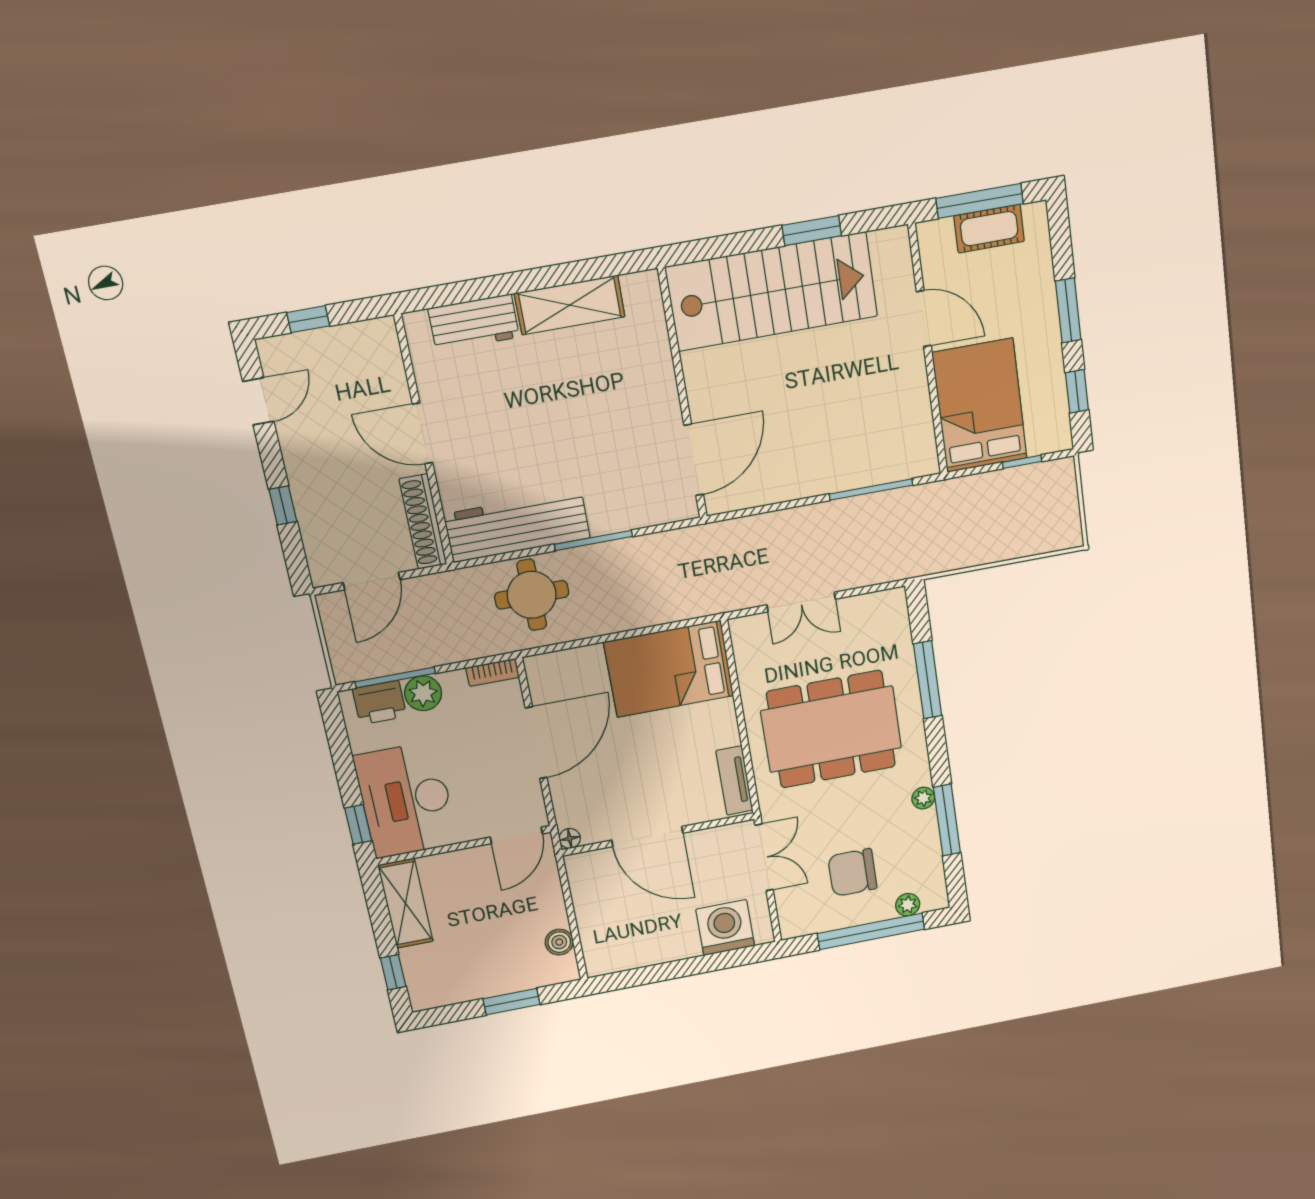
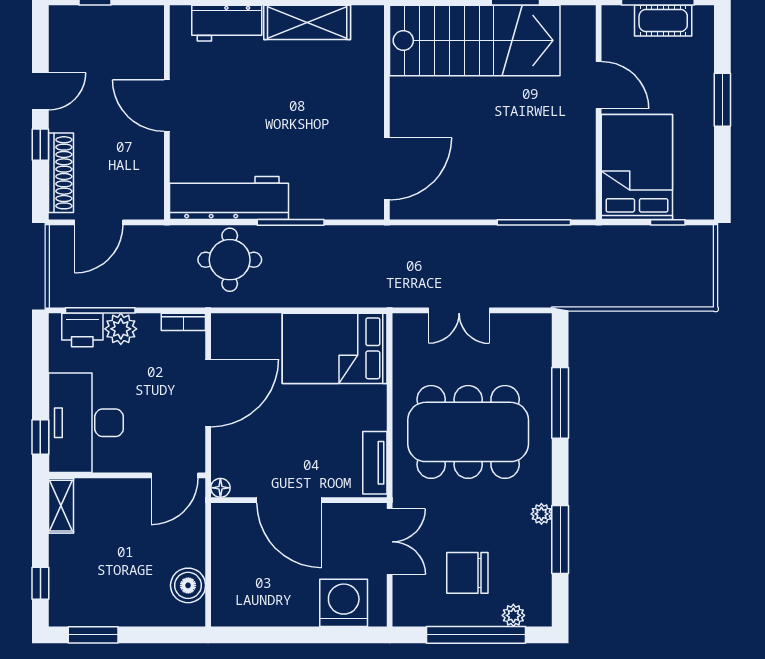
window: (1077, 391) -> (722, 170), removed
door: (258, 401) -> (40, 91), moved
shoe rack: (423, 522) -> (61, 173), moved, turned 180
shelving: (405, 903) -> (61, 506), width x0.67, depth x0.75
boiler: (559, 942) -> (188, 585), width x1.36, depth x1.36
window: (511, 1002) -> (93, 635), moved

